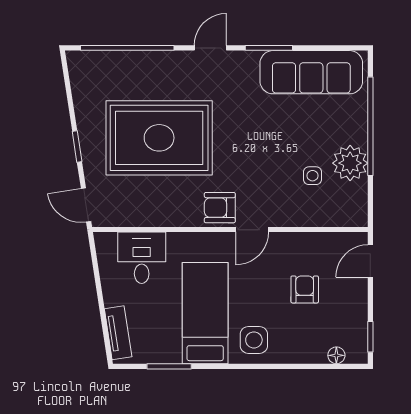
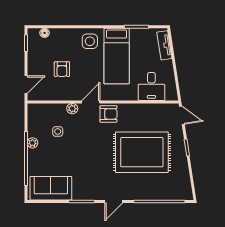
sofa: (311, 72) -> (51, 188), width x0.73
plant: (350, 163) -> (32, 143), width x0.53, depth x0.53
plant: (286, 217) -> (72, 109), added

